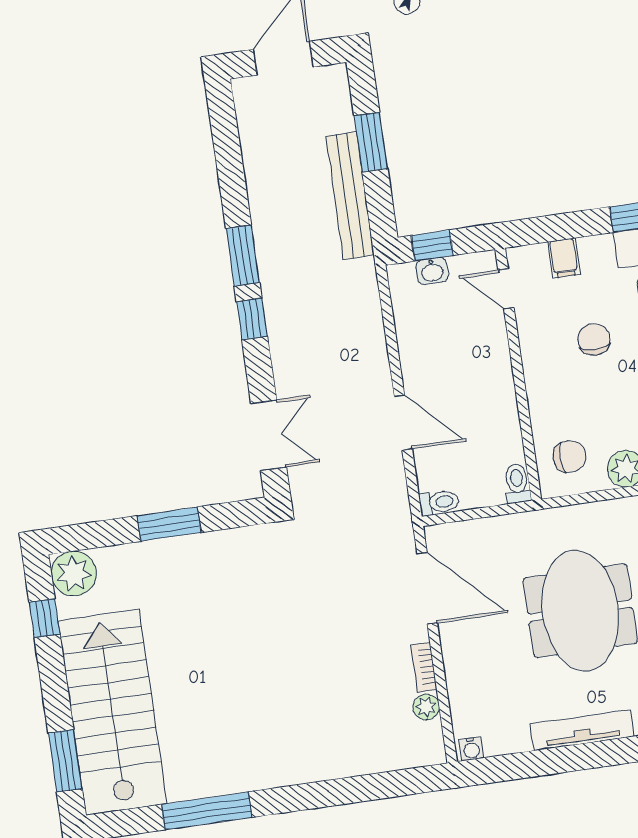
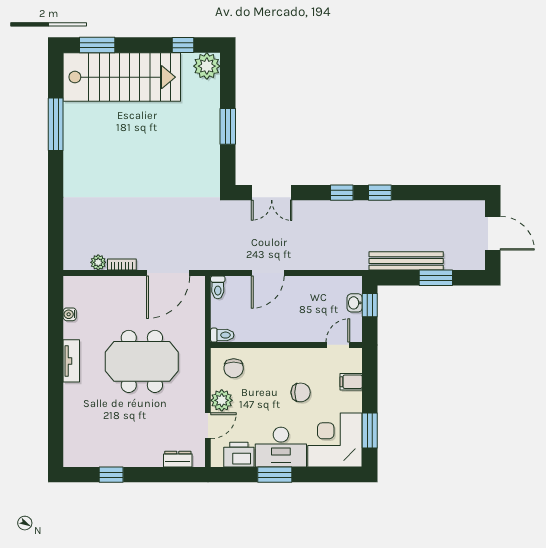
window: (243, 256) -> (380, 193), width x0.67
tv unit: (582, 730) -> (71, 361), width x0.71
water cooler: (471, 749) -> (70, 314), moved

